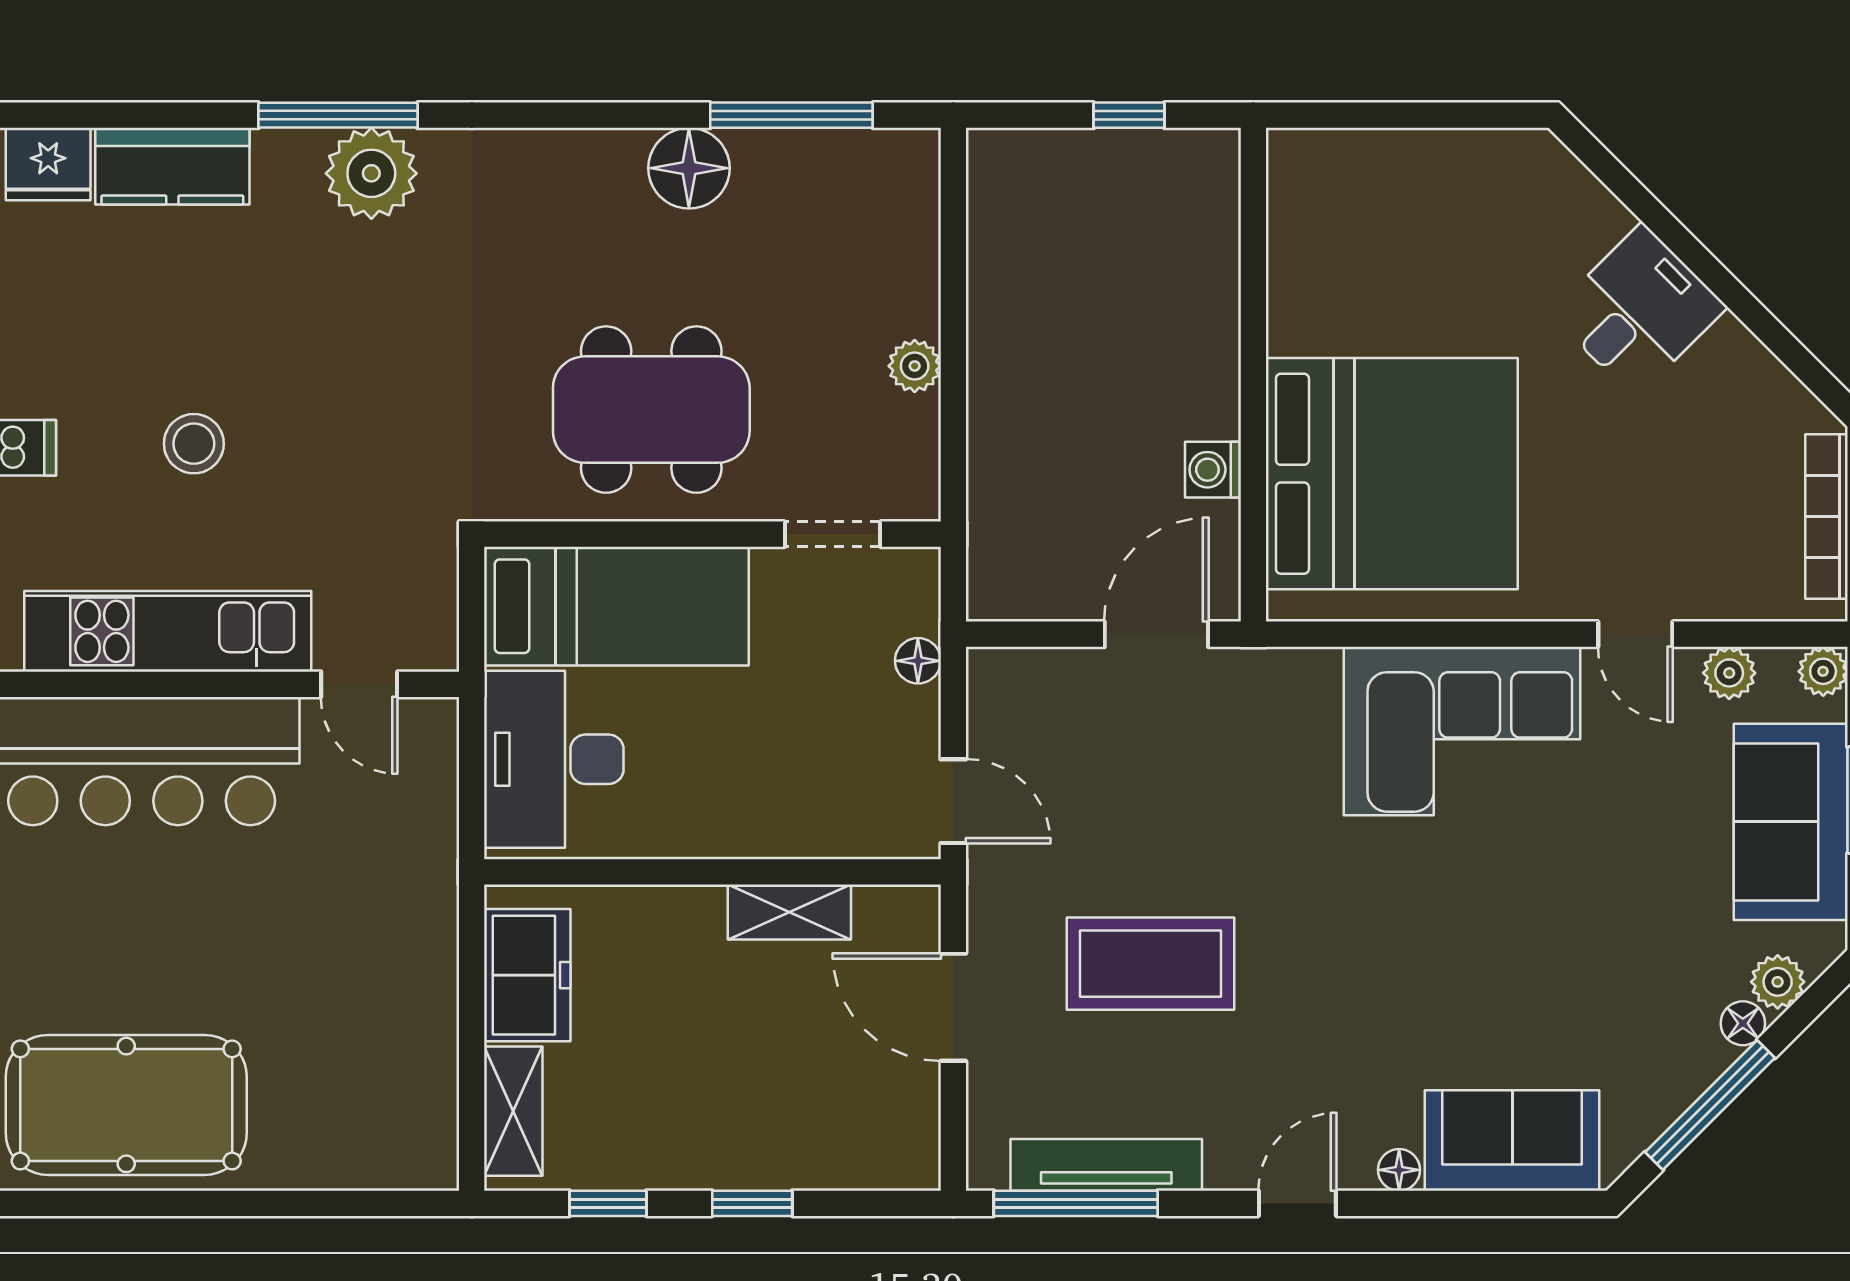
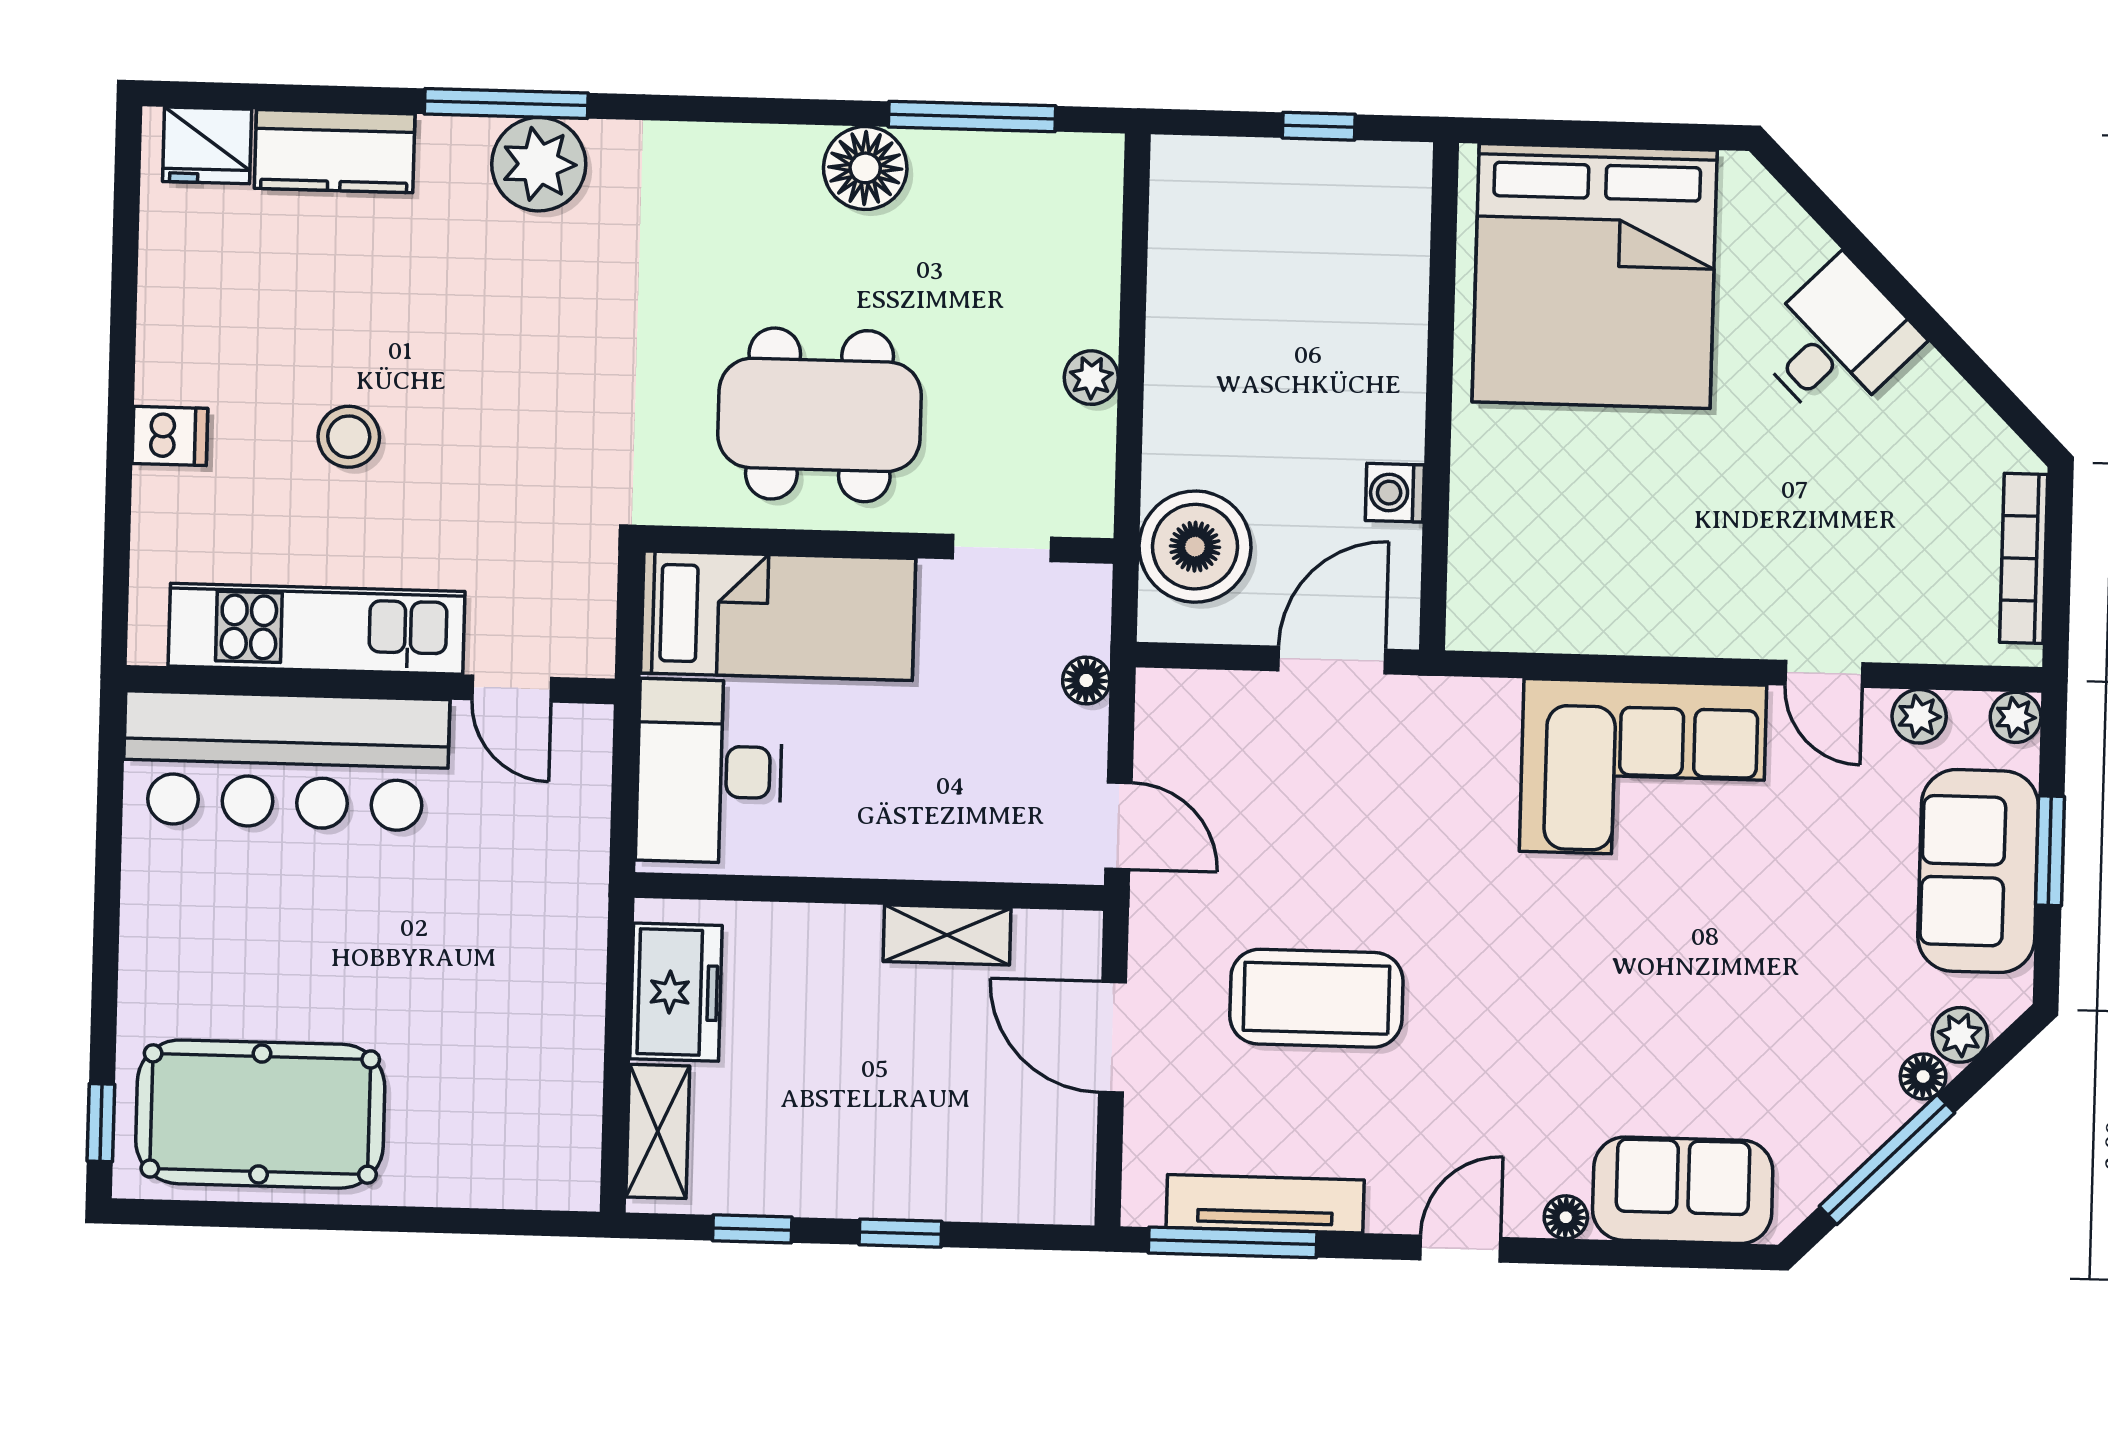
bed: (1392, 474) -> (1595, 276), moved, turned 90
boiler: (1020, 528) -> (1195, 547), added

